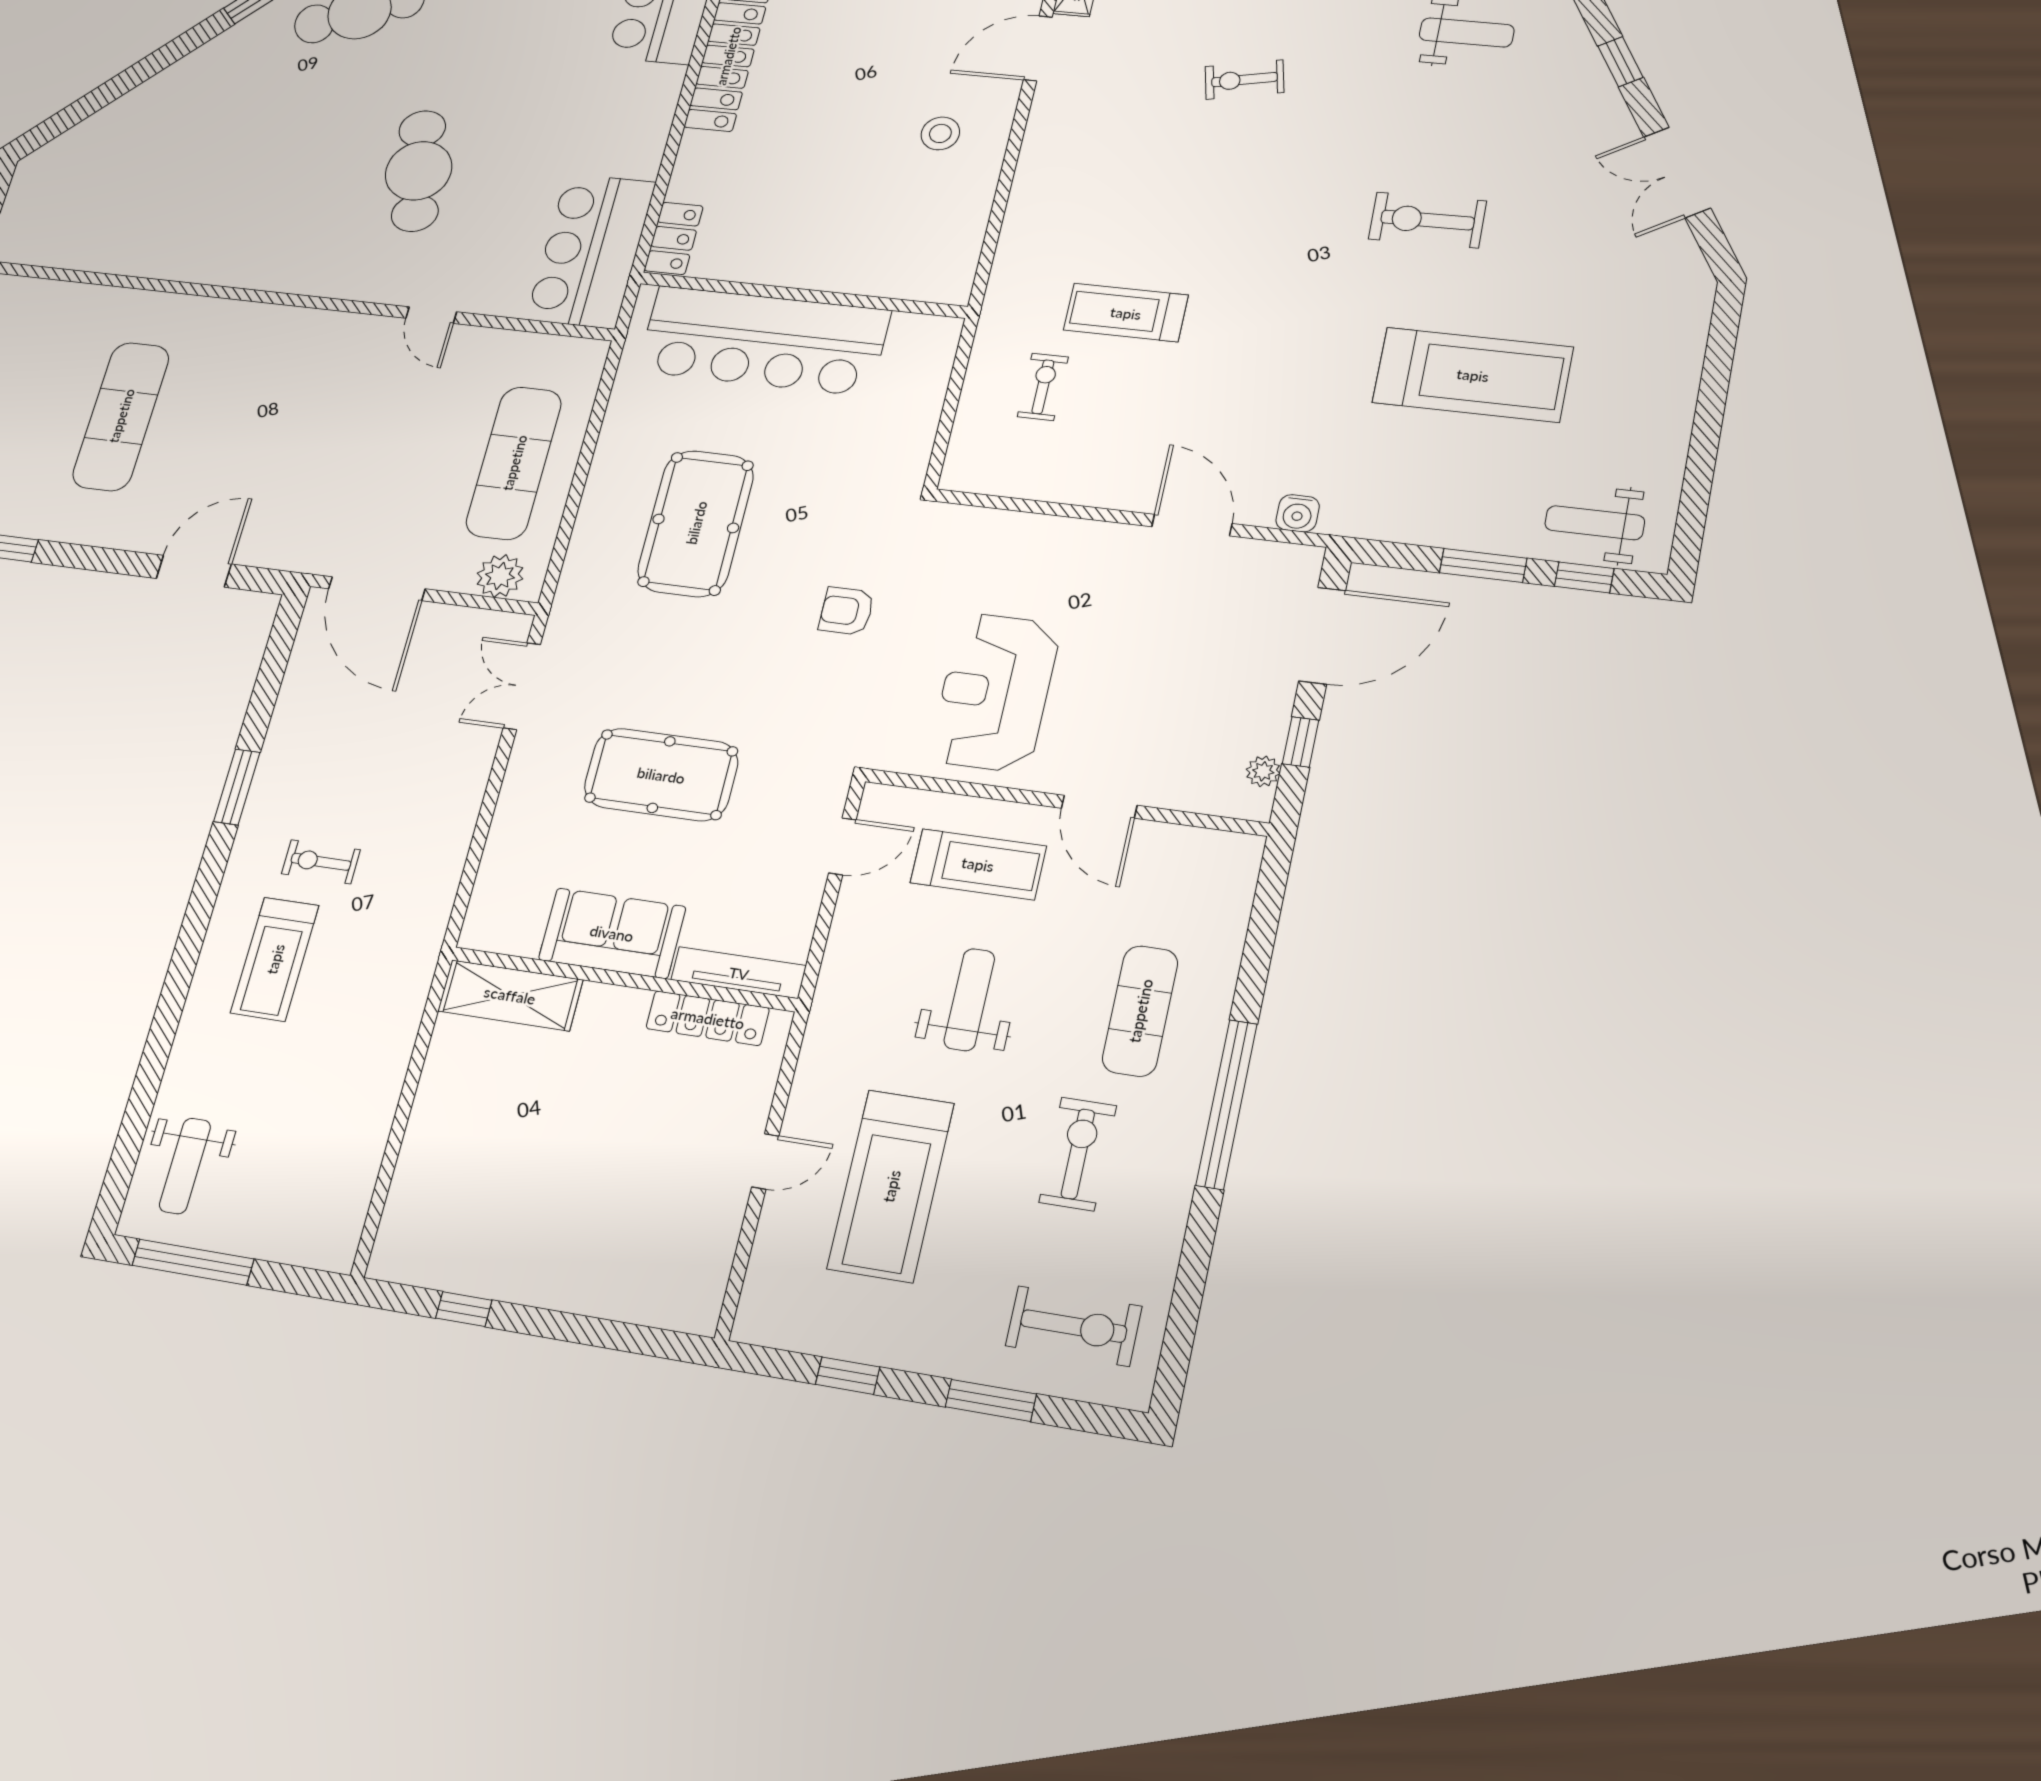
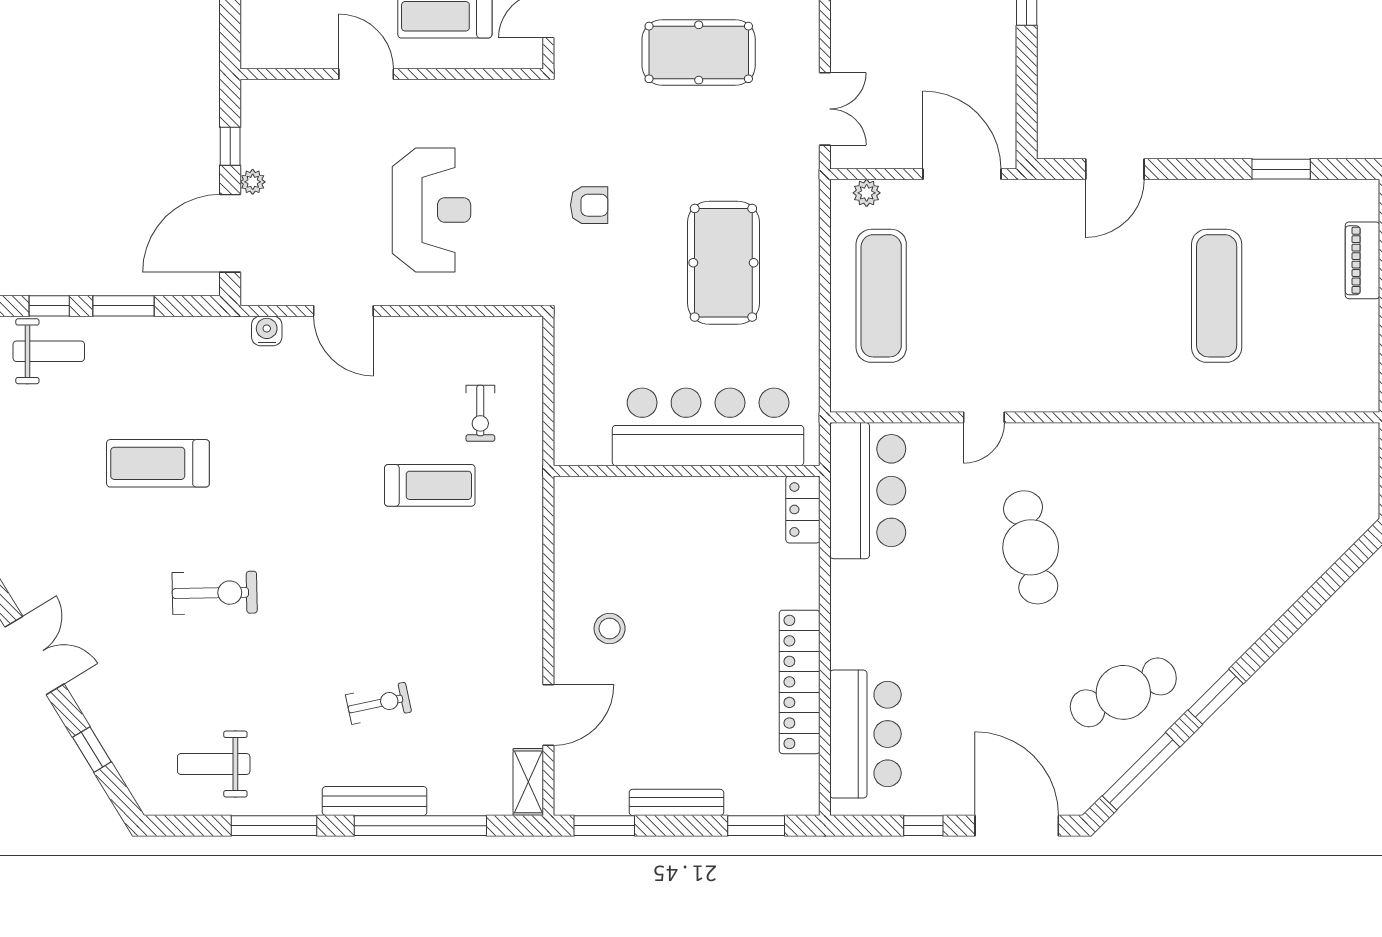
door: (431, 315) -> (984, 417), swing flipped
treadmill: (1473, 375) -> (158, 463), width x0.73, depth x0.73
plant: (500, 576) -> (867, 193), width x0.73, depth x0.73
reception desk: (995, 692) -> (431, 210), moved
plant: (1263, 771) -> (253, 182), moved

